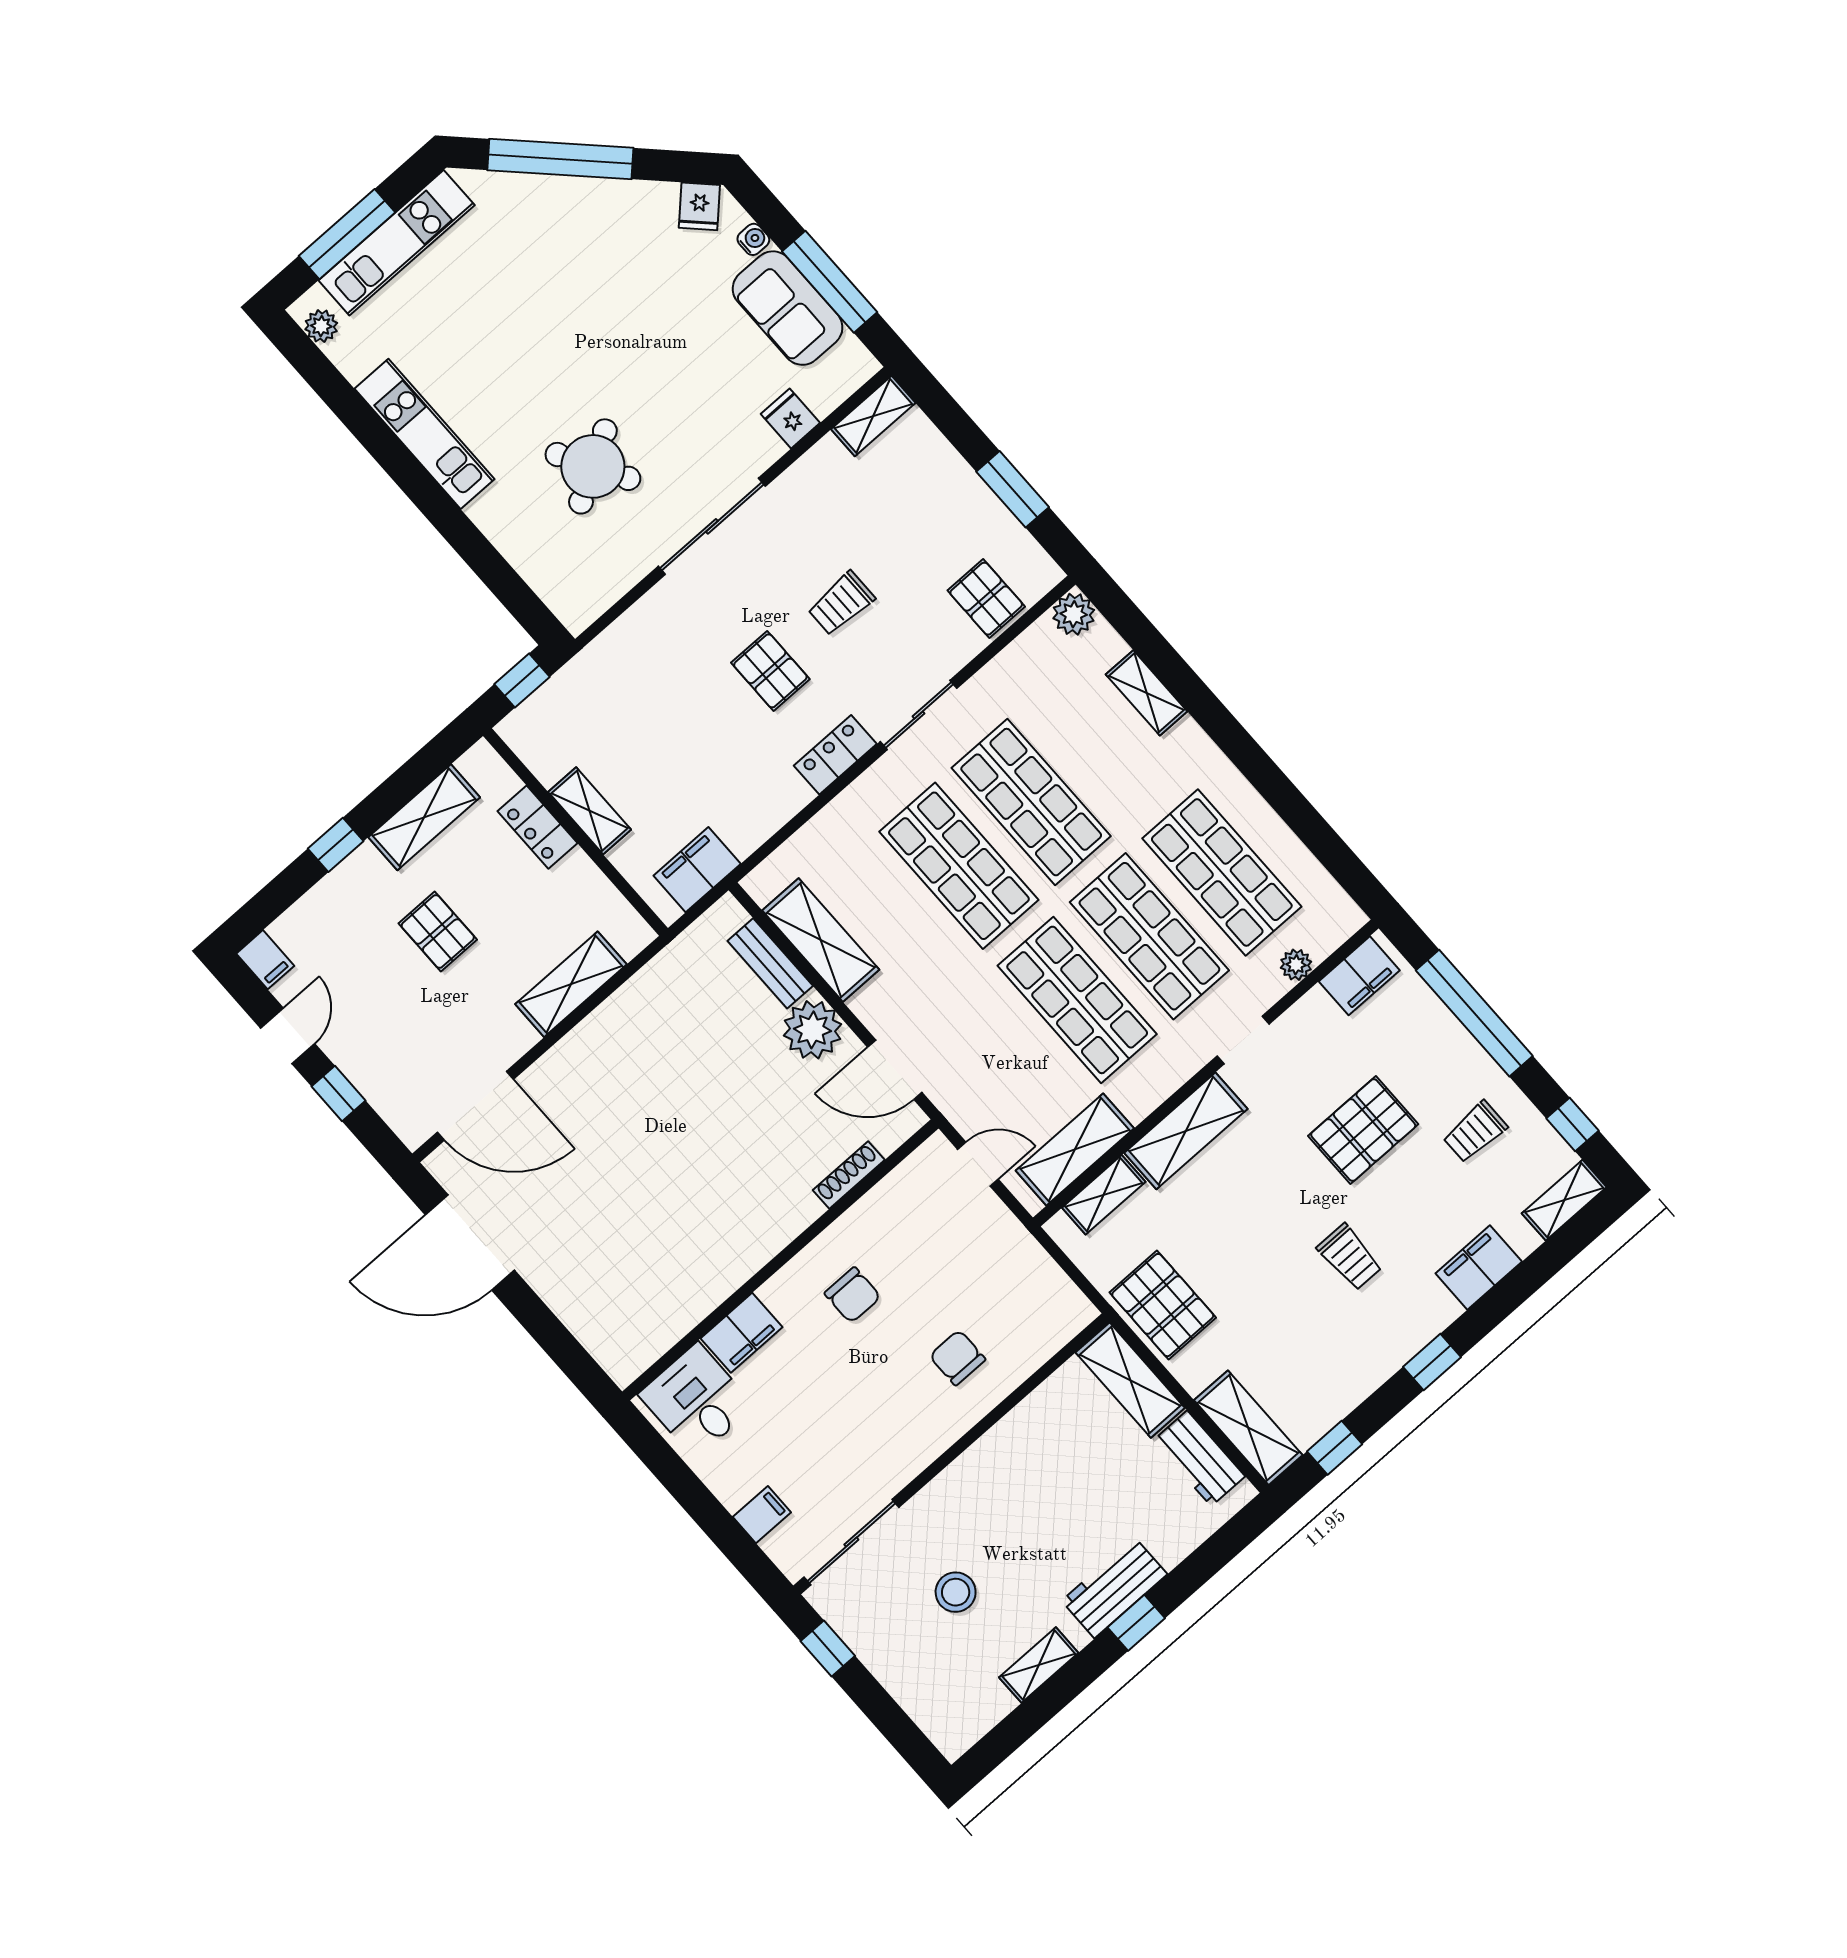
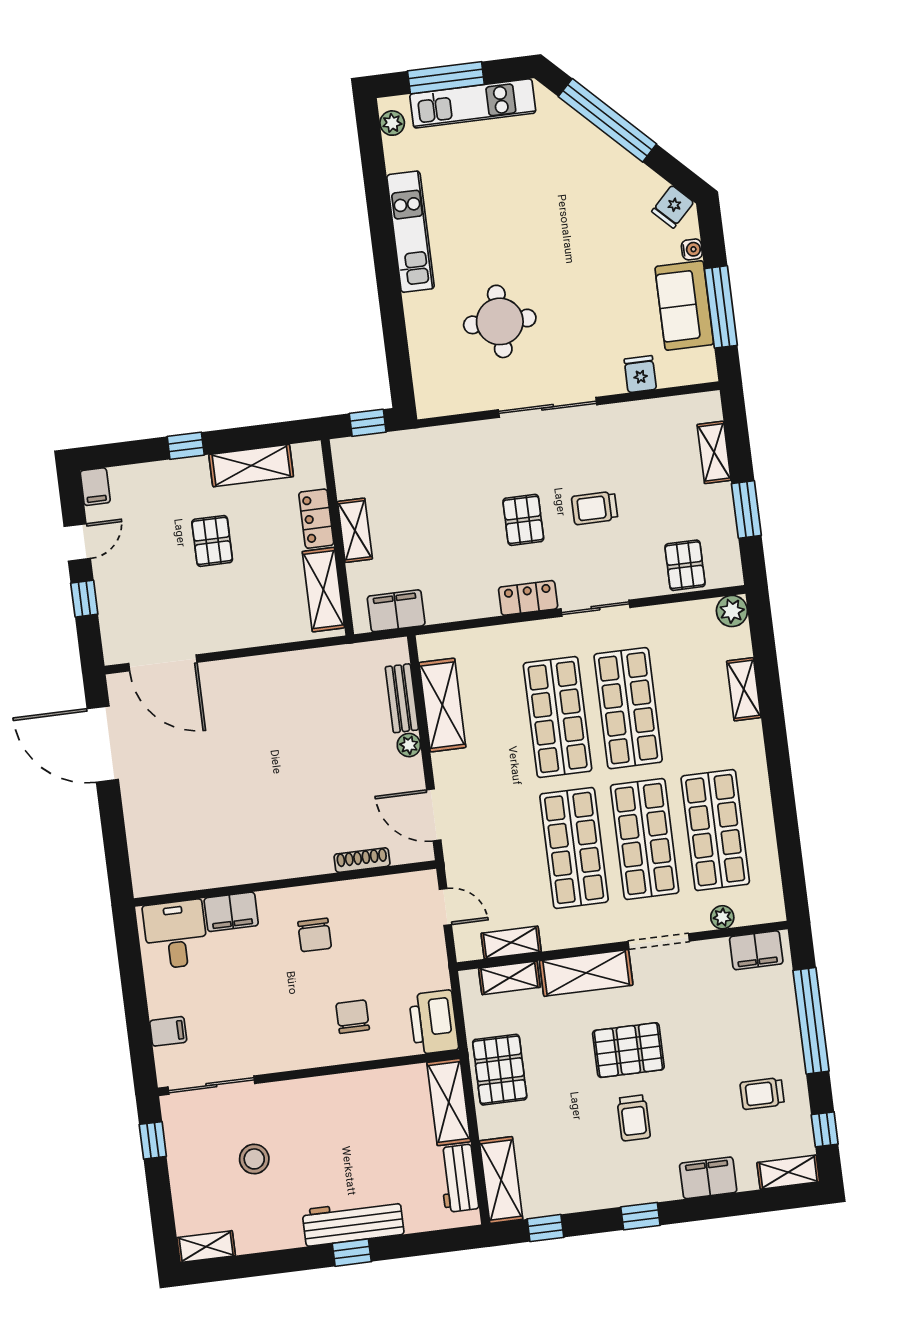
shelving: (873, 416) -> (714, 452), moved, turned 90
round table: (593, 466) -> (500, 321), turned 30
shelving: (571, 984) -> (323, 590), moved, turned 90
plant: (812, 1030) -> (409, 745), width x0.53, depth x0.53
doorway: (1243, 1040) -> (659, 941), width x1.38
pallet: (1363, 1130) -> (628, 1050), moved
shelving: (1075, 1149) -> (511, 942), width x0.67, depth x0.75
printer: (1053, 1302) -> (434, 1022), added
workbench: (1114, 1588) -> (353, 1222), width x1.38
shelving: (1039, 1665) -> (206, 1247), moved

